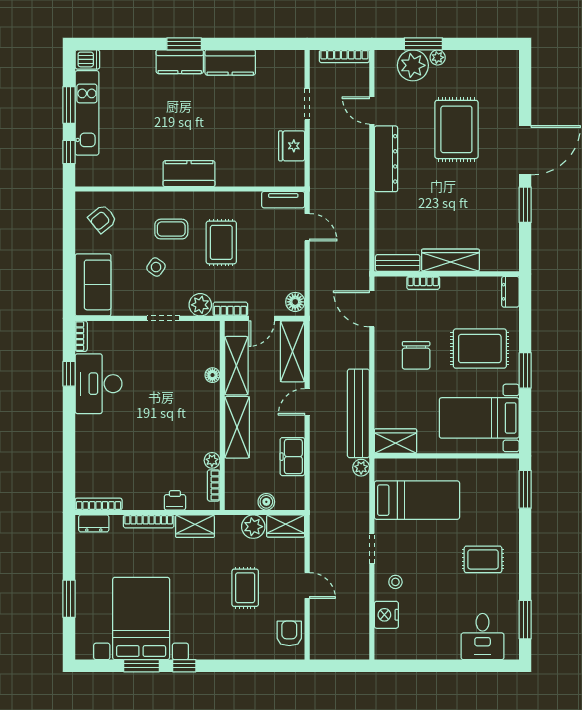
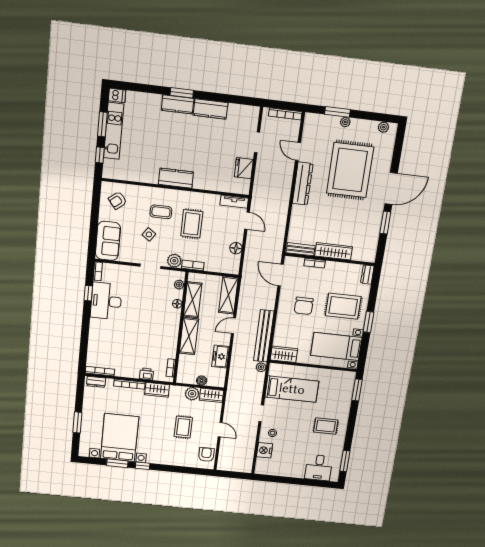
plant: (413, 65) -> (383, 127), moved, width x0.53, depth x0.53
rug: (456, 129) -> (350, 170), width x1.37, depth x1.44
floor lamp: (295, 302) -> (236, 248), moved
door: (262, 318) -> (212, 273), removed
plant: (212, 460) -> (179, 285), moved

